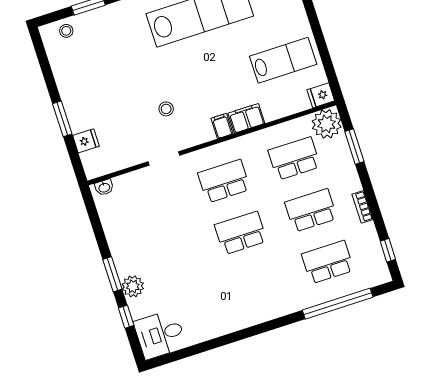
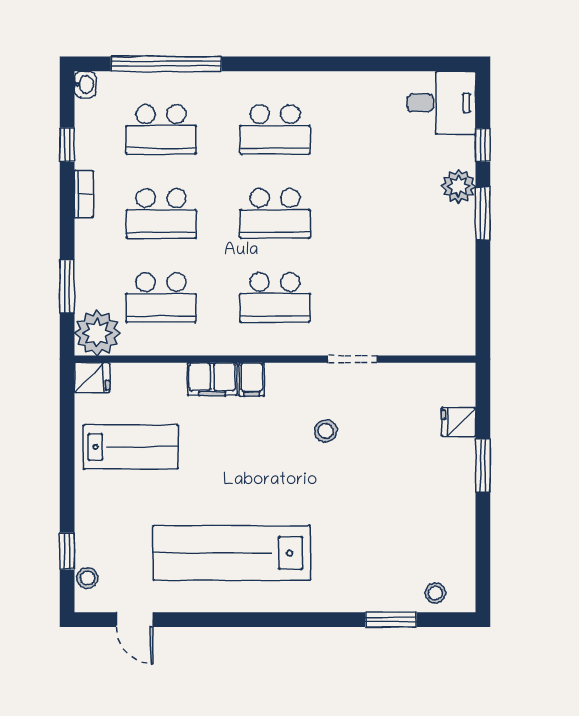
lab bench: (283, 60) -> (131, 447), turned 180
washbasin: (104, 187) -> (85, 84), moved, turned 90
window: (388, 250) -> (67, 145), moved
school desk: (257, 285) -> (275, 129), added

